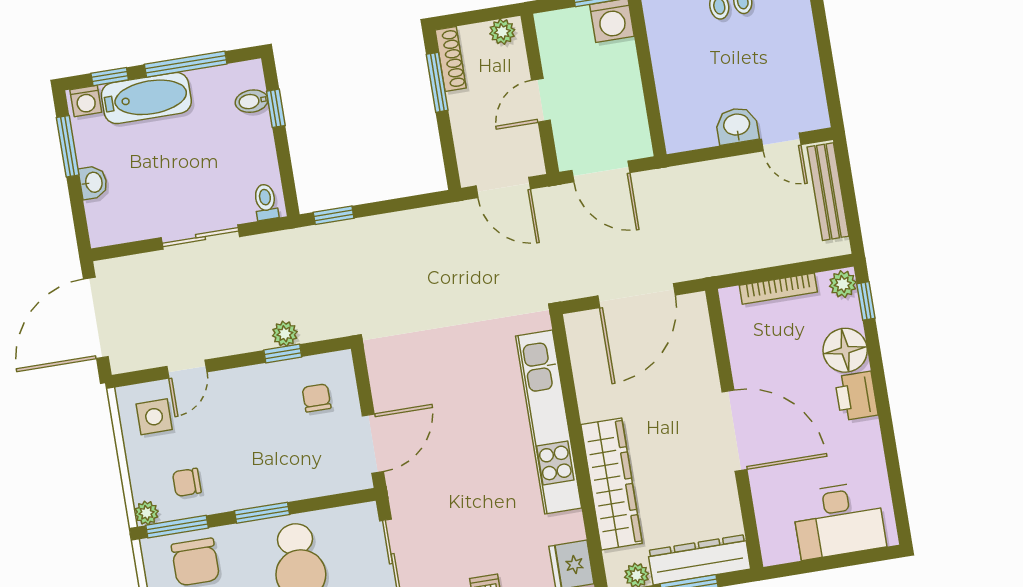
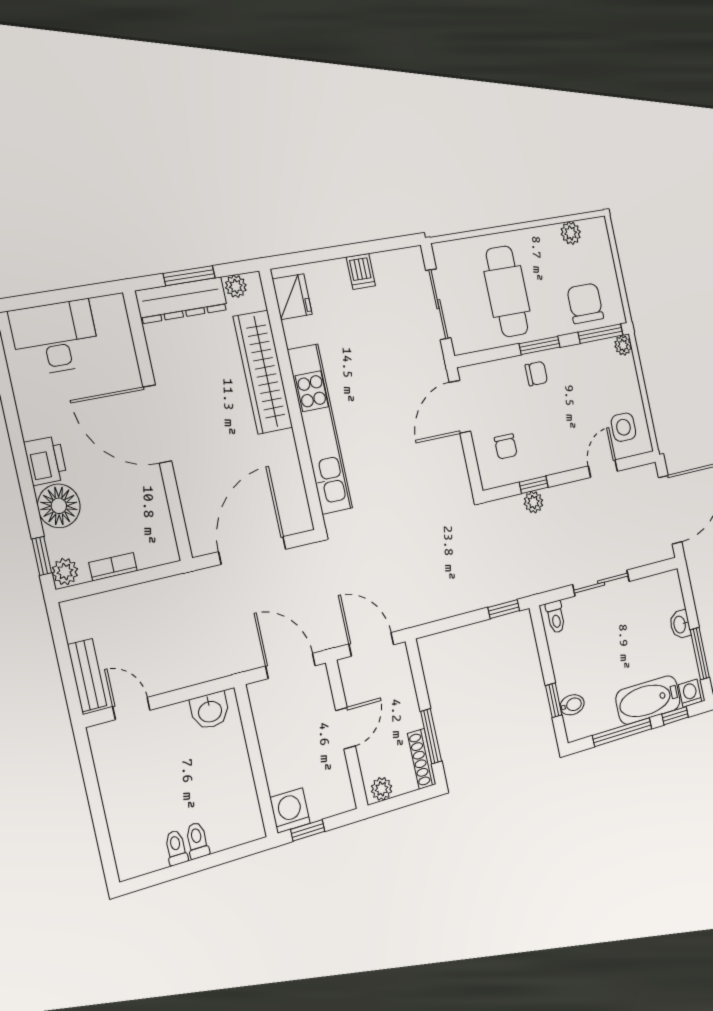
washbasin: (737, 126) -> (210, 711), moved
bench: (828, 192) -> (87, 675), width x0.73
bookcase: (778, 289) -> (113, 567), width x0.64
chair: (187, 482) -> (536, 374), moved

